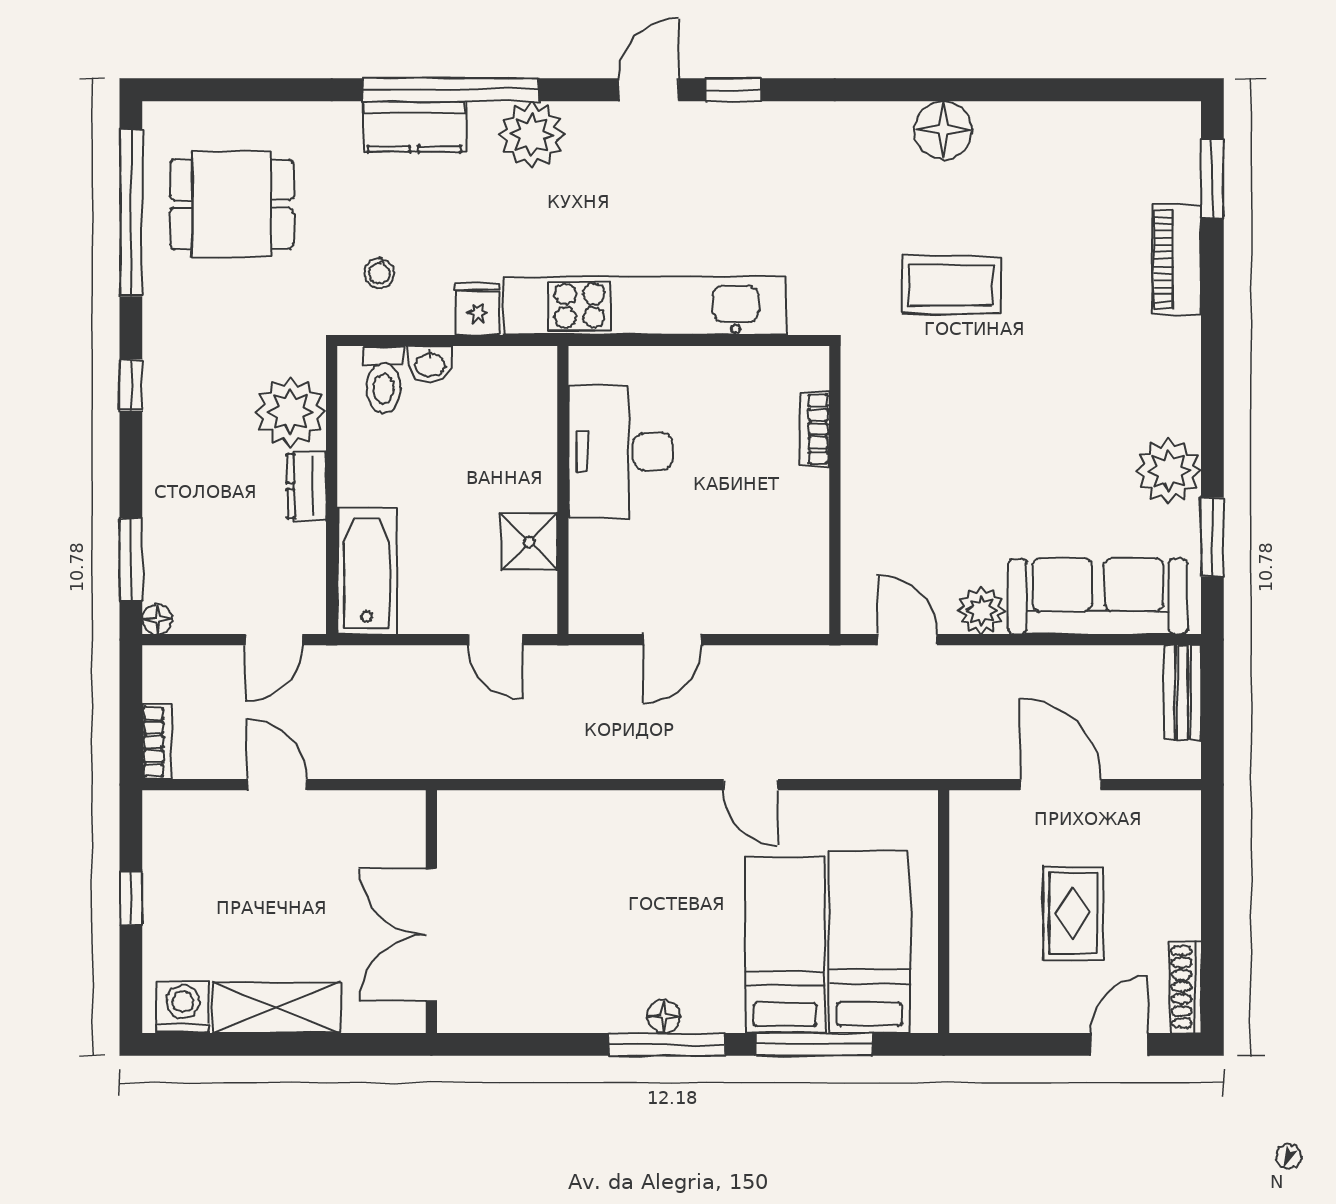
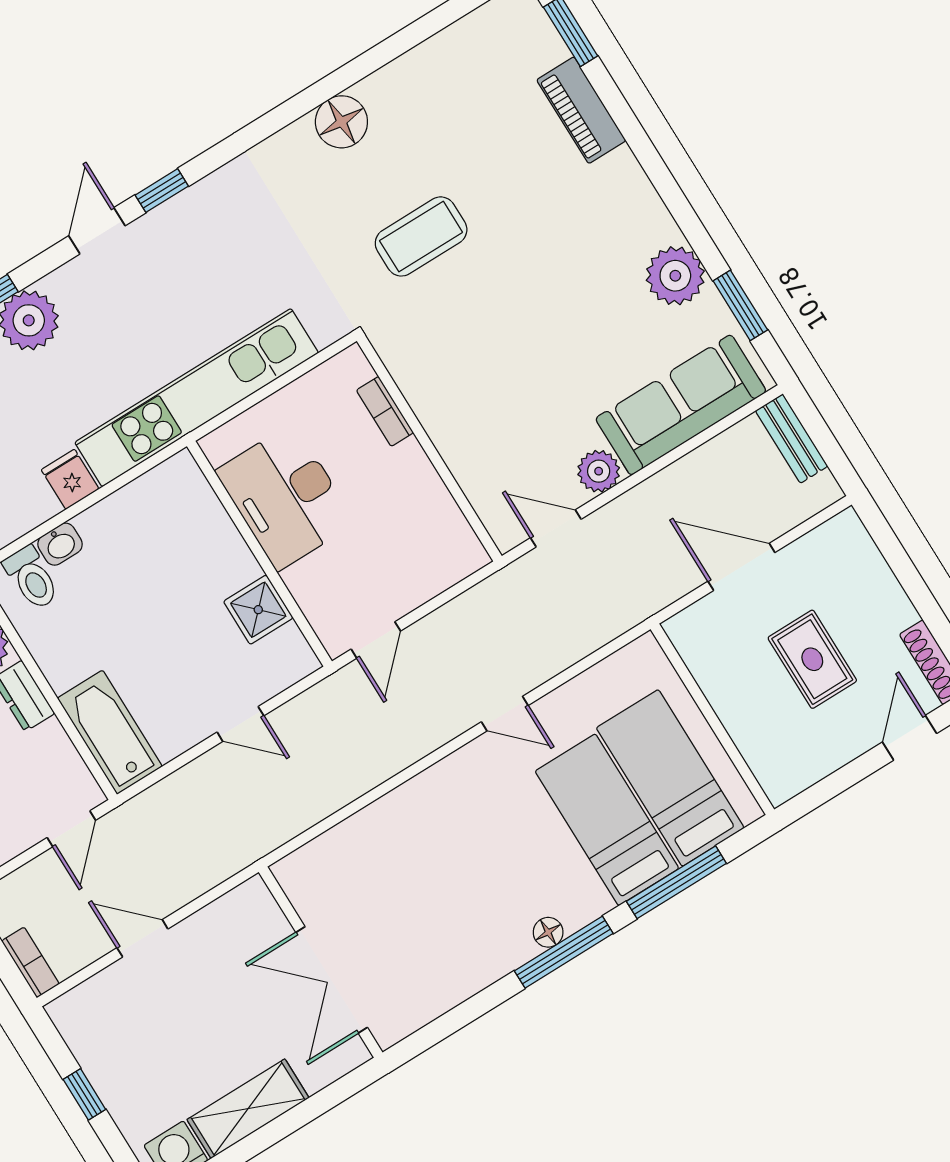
desk: (621, 452) -> (285, 497), moved
wall: (563, 490) -> (259, 554), moved
shower: (529, 542) -> (258, 610), moved

